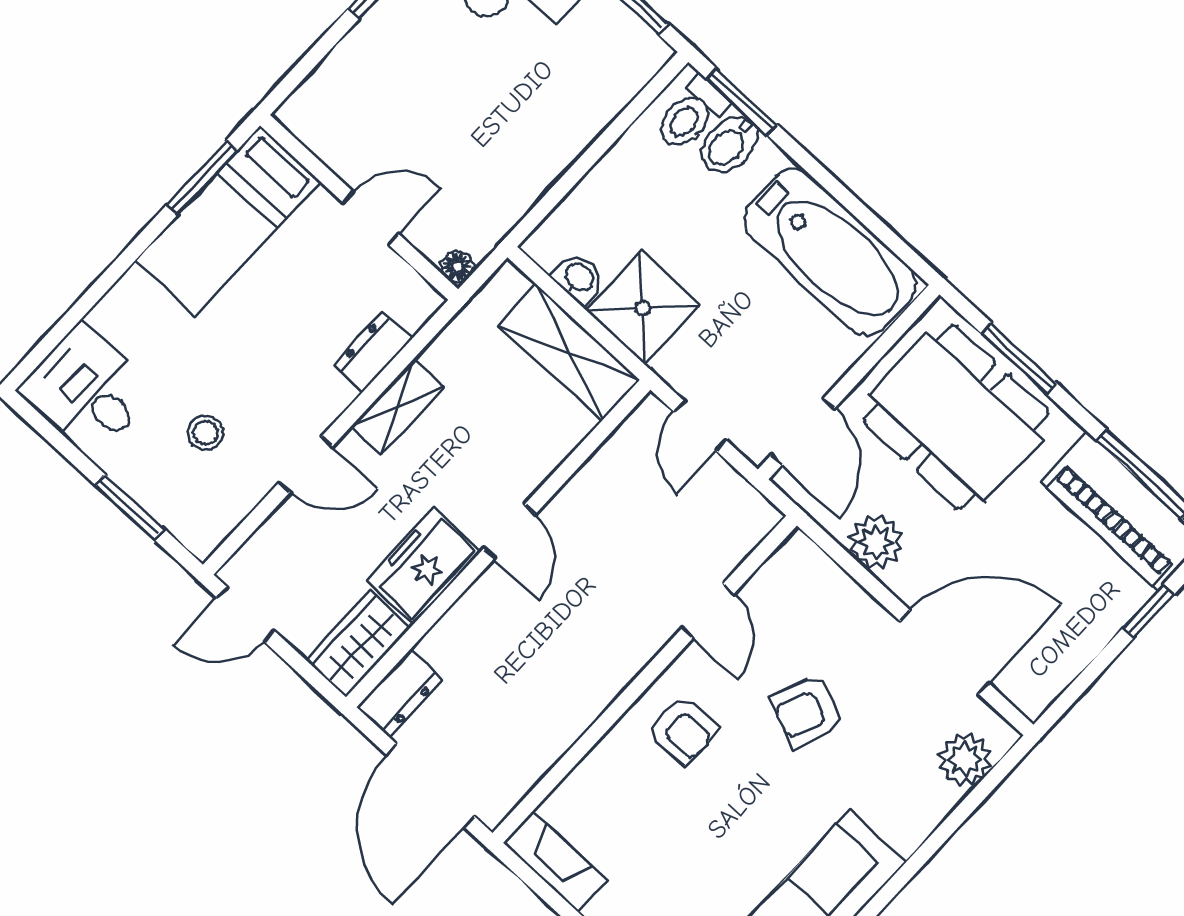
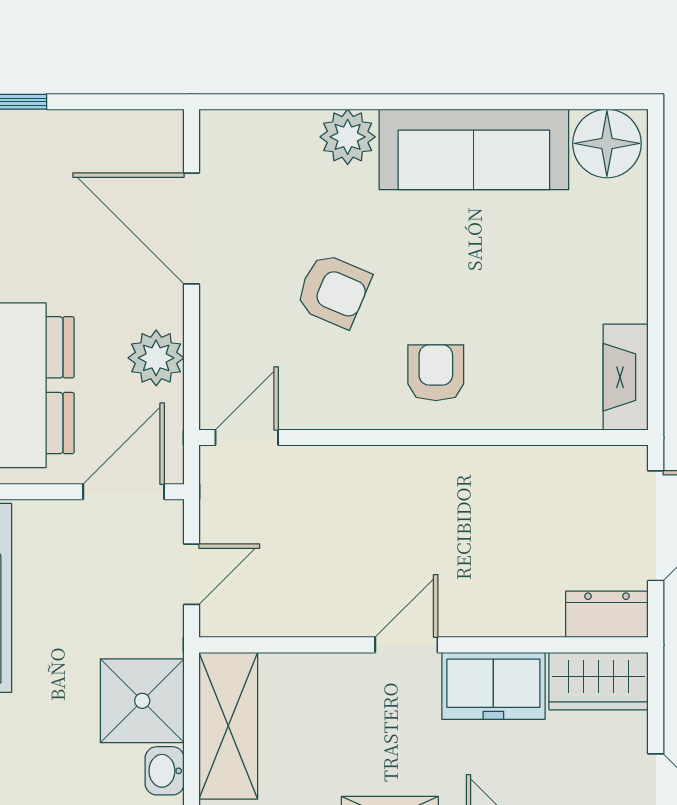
door: (708, 611) -> (247, 438), moved
plant: (965, 759) -> (348, 137), moved

